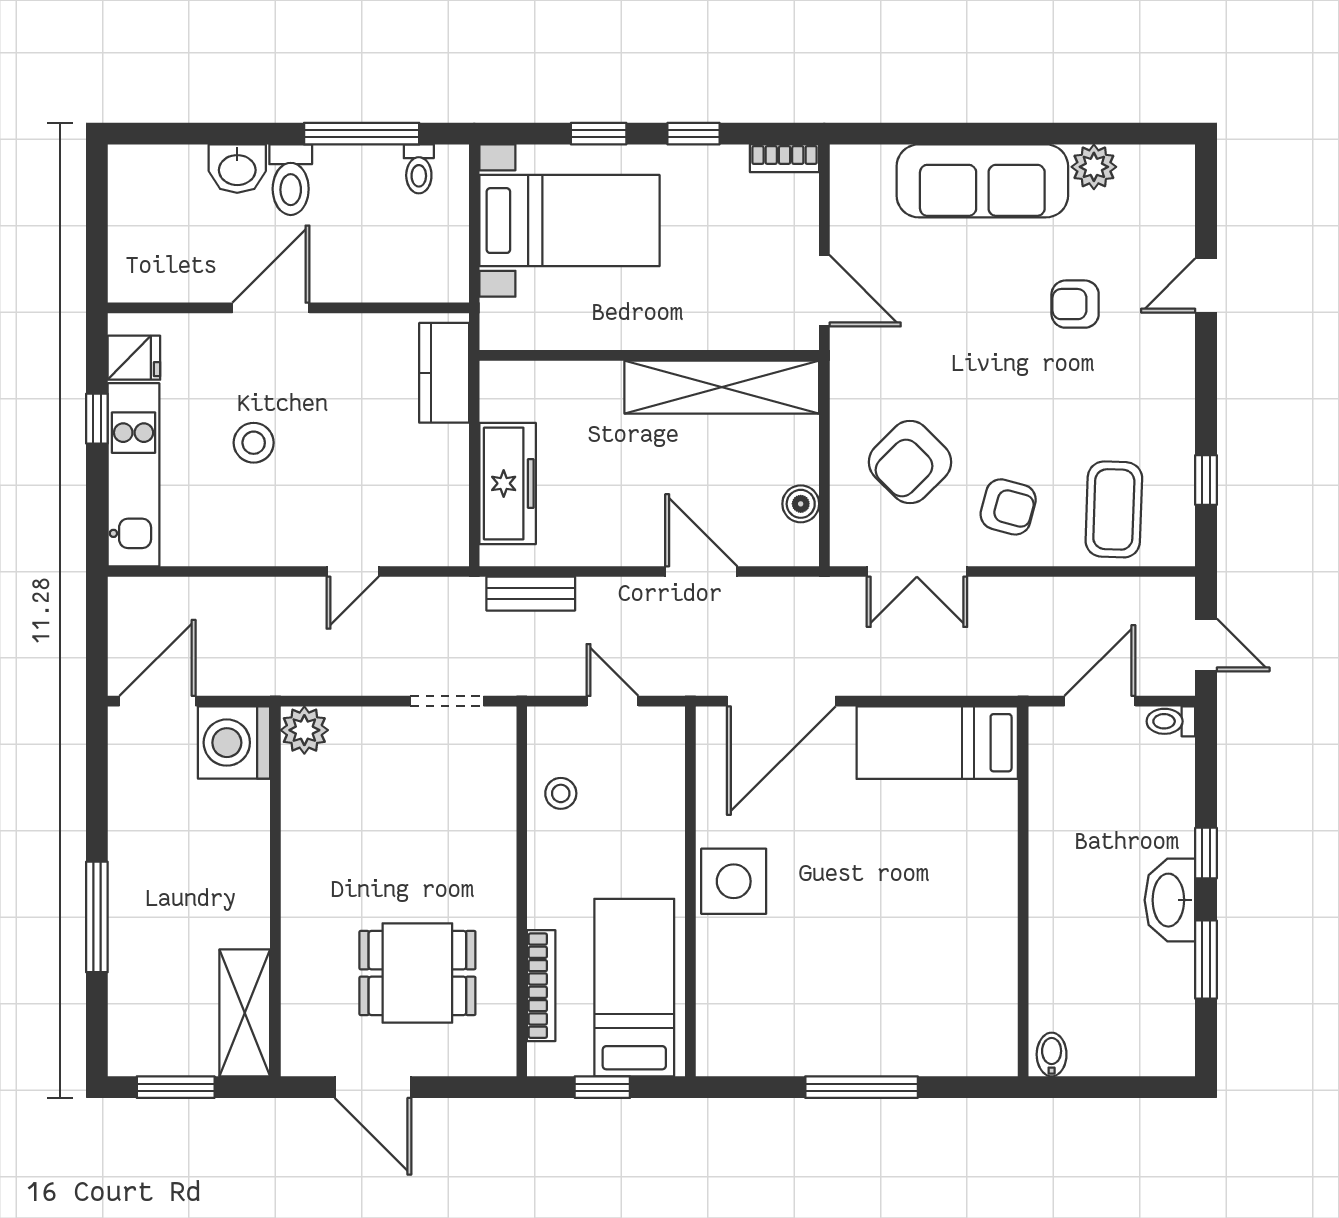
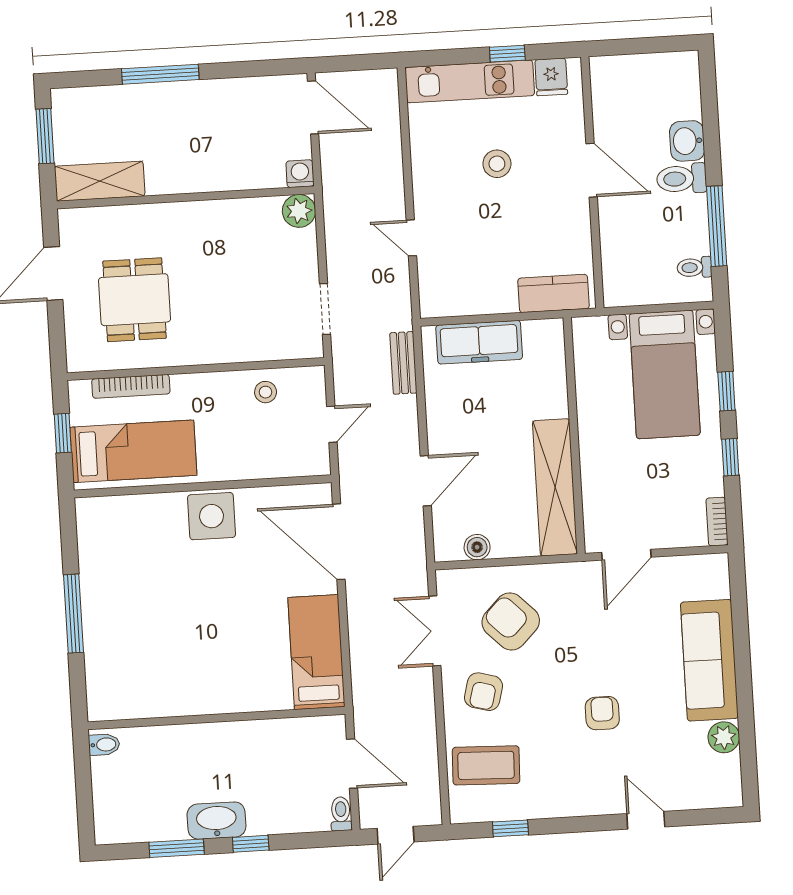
armchair: (1075, 304) -> (602, 713), moved
washing machine: (234, 743) -> (300, 174), width x0.53, depth x0.53

